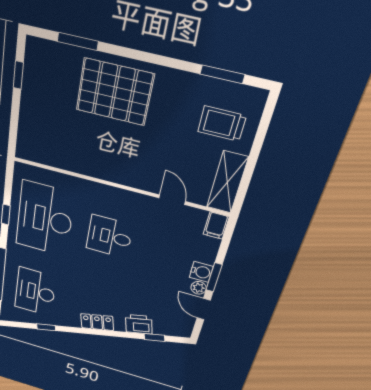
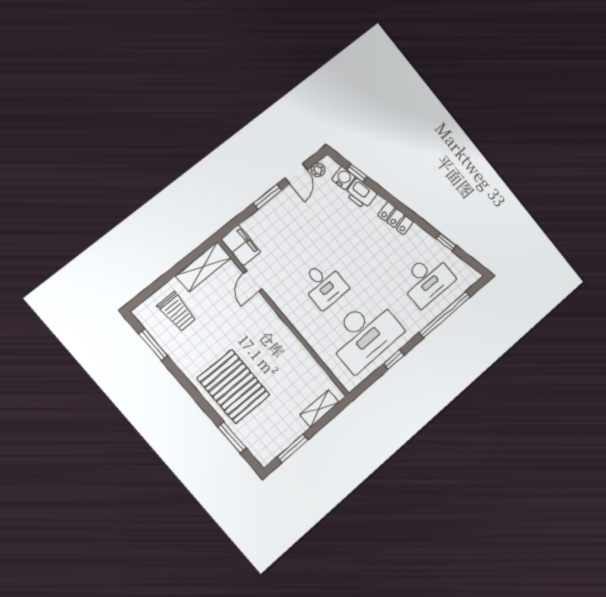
window: (18, 75) -> (292, 448), width x1.50
shelving: (26, 130) -> (319, 409), added
filing cabinet: (216, 225) -> (241, 245), width x2.00
water cooler: (201, 272) -> (343, 178), moved, turned 76
plant: (199, 288) -> (318, 170), moved

